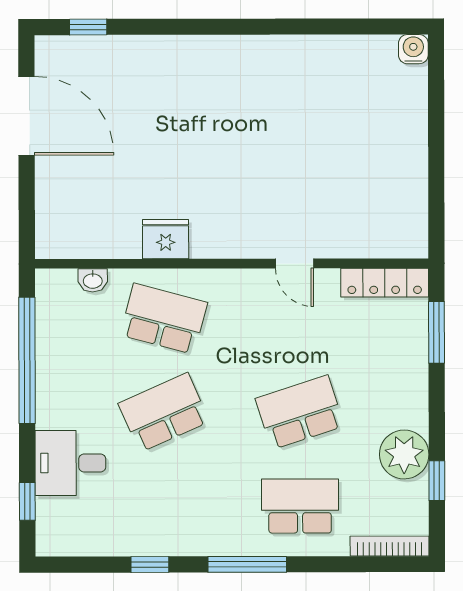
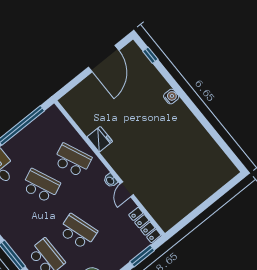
water cooler: (413, 49) -> (171, 97), moved
washbasin: (93, 280) -> (110, 181), moved
school desk: (164, 319) -> (72, 160), turned -39

